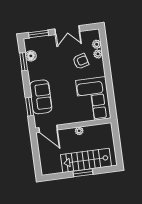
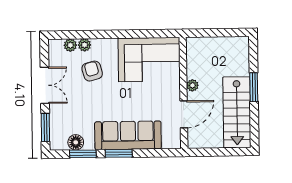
sofa: (41, 97) -> (128, 135), width x1.36
window: (30, 107) -> (119, 153), moved
door: (48, 129) -> (184, 114), moved
stairs: (86, 160) -> (237, 112), moved

